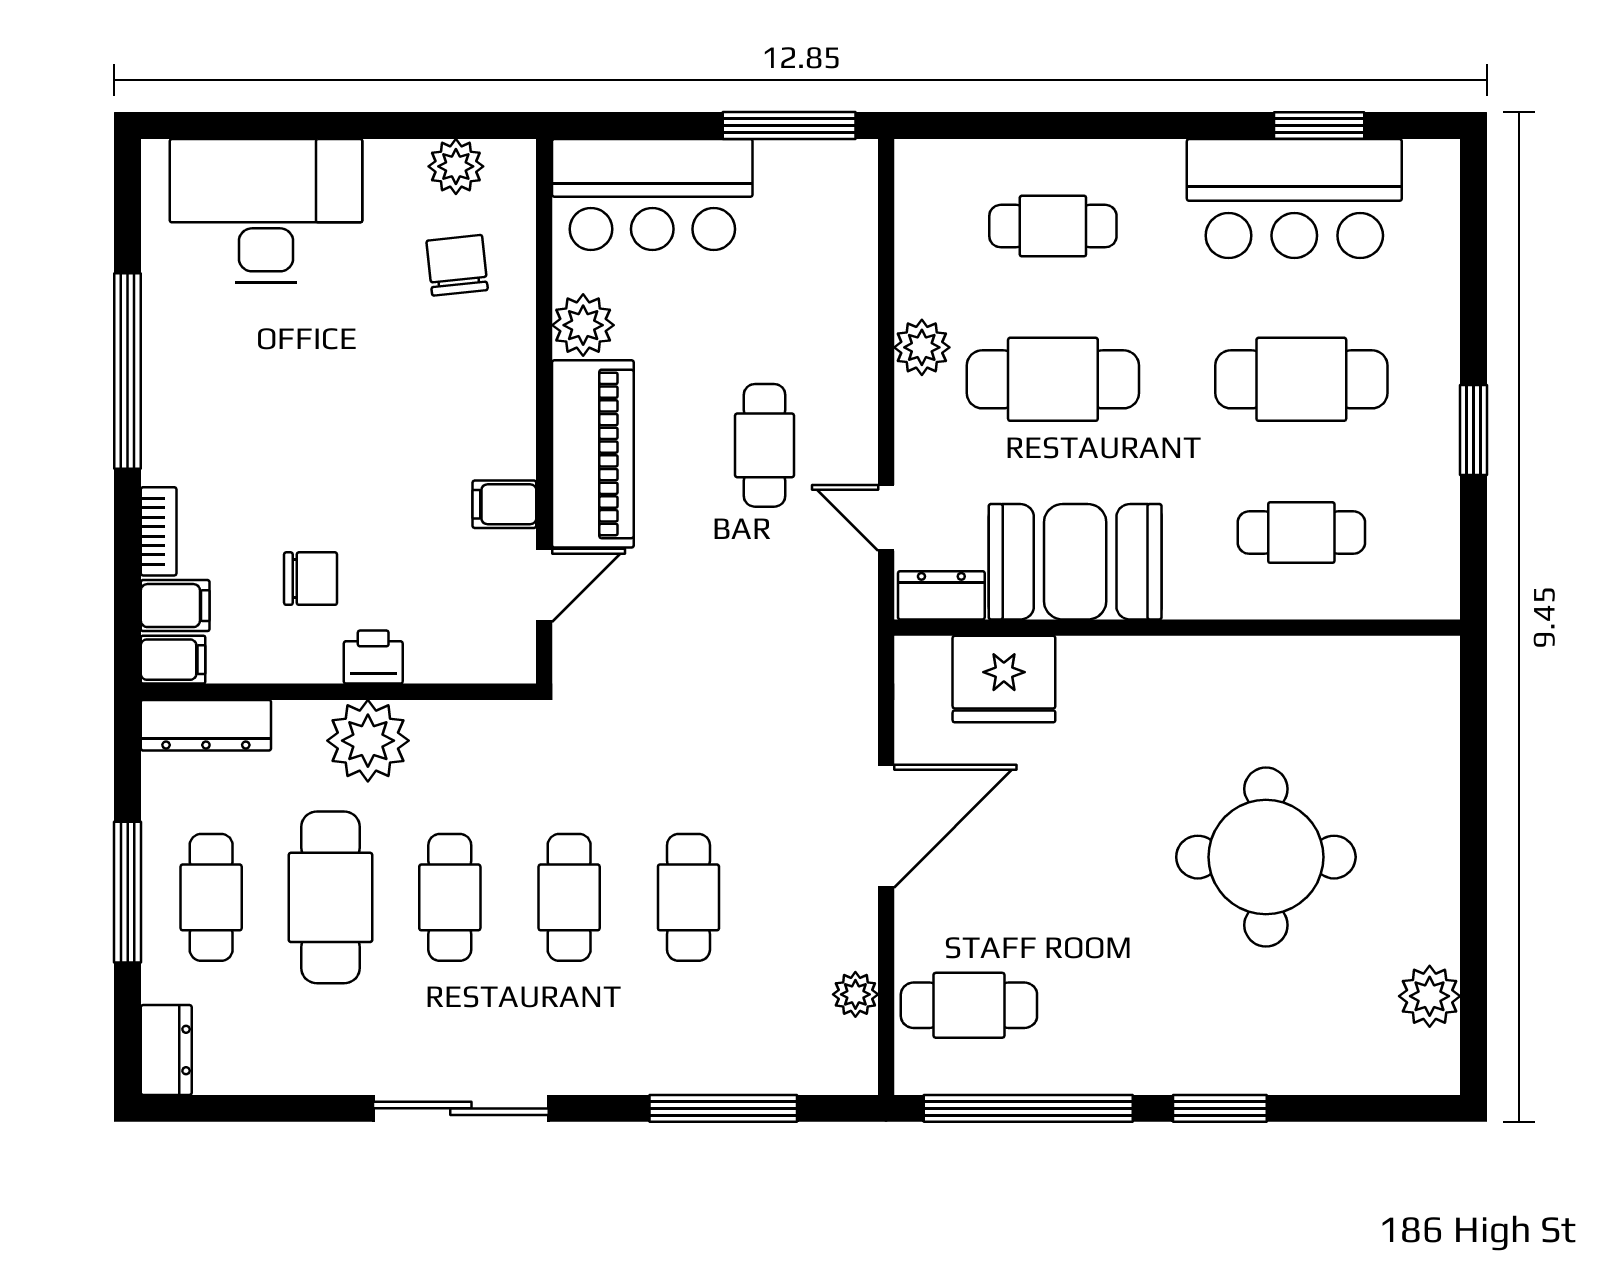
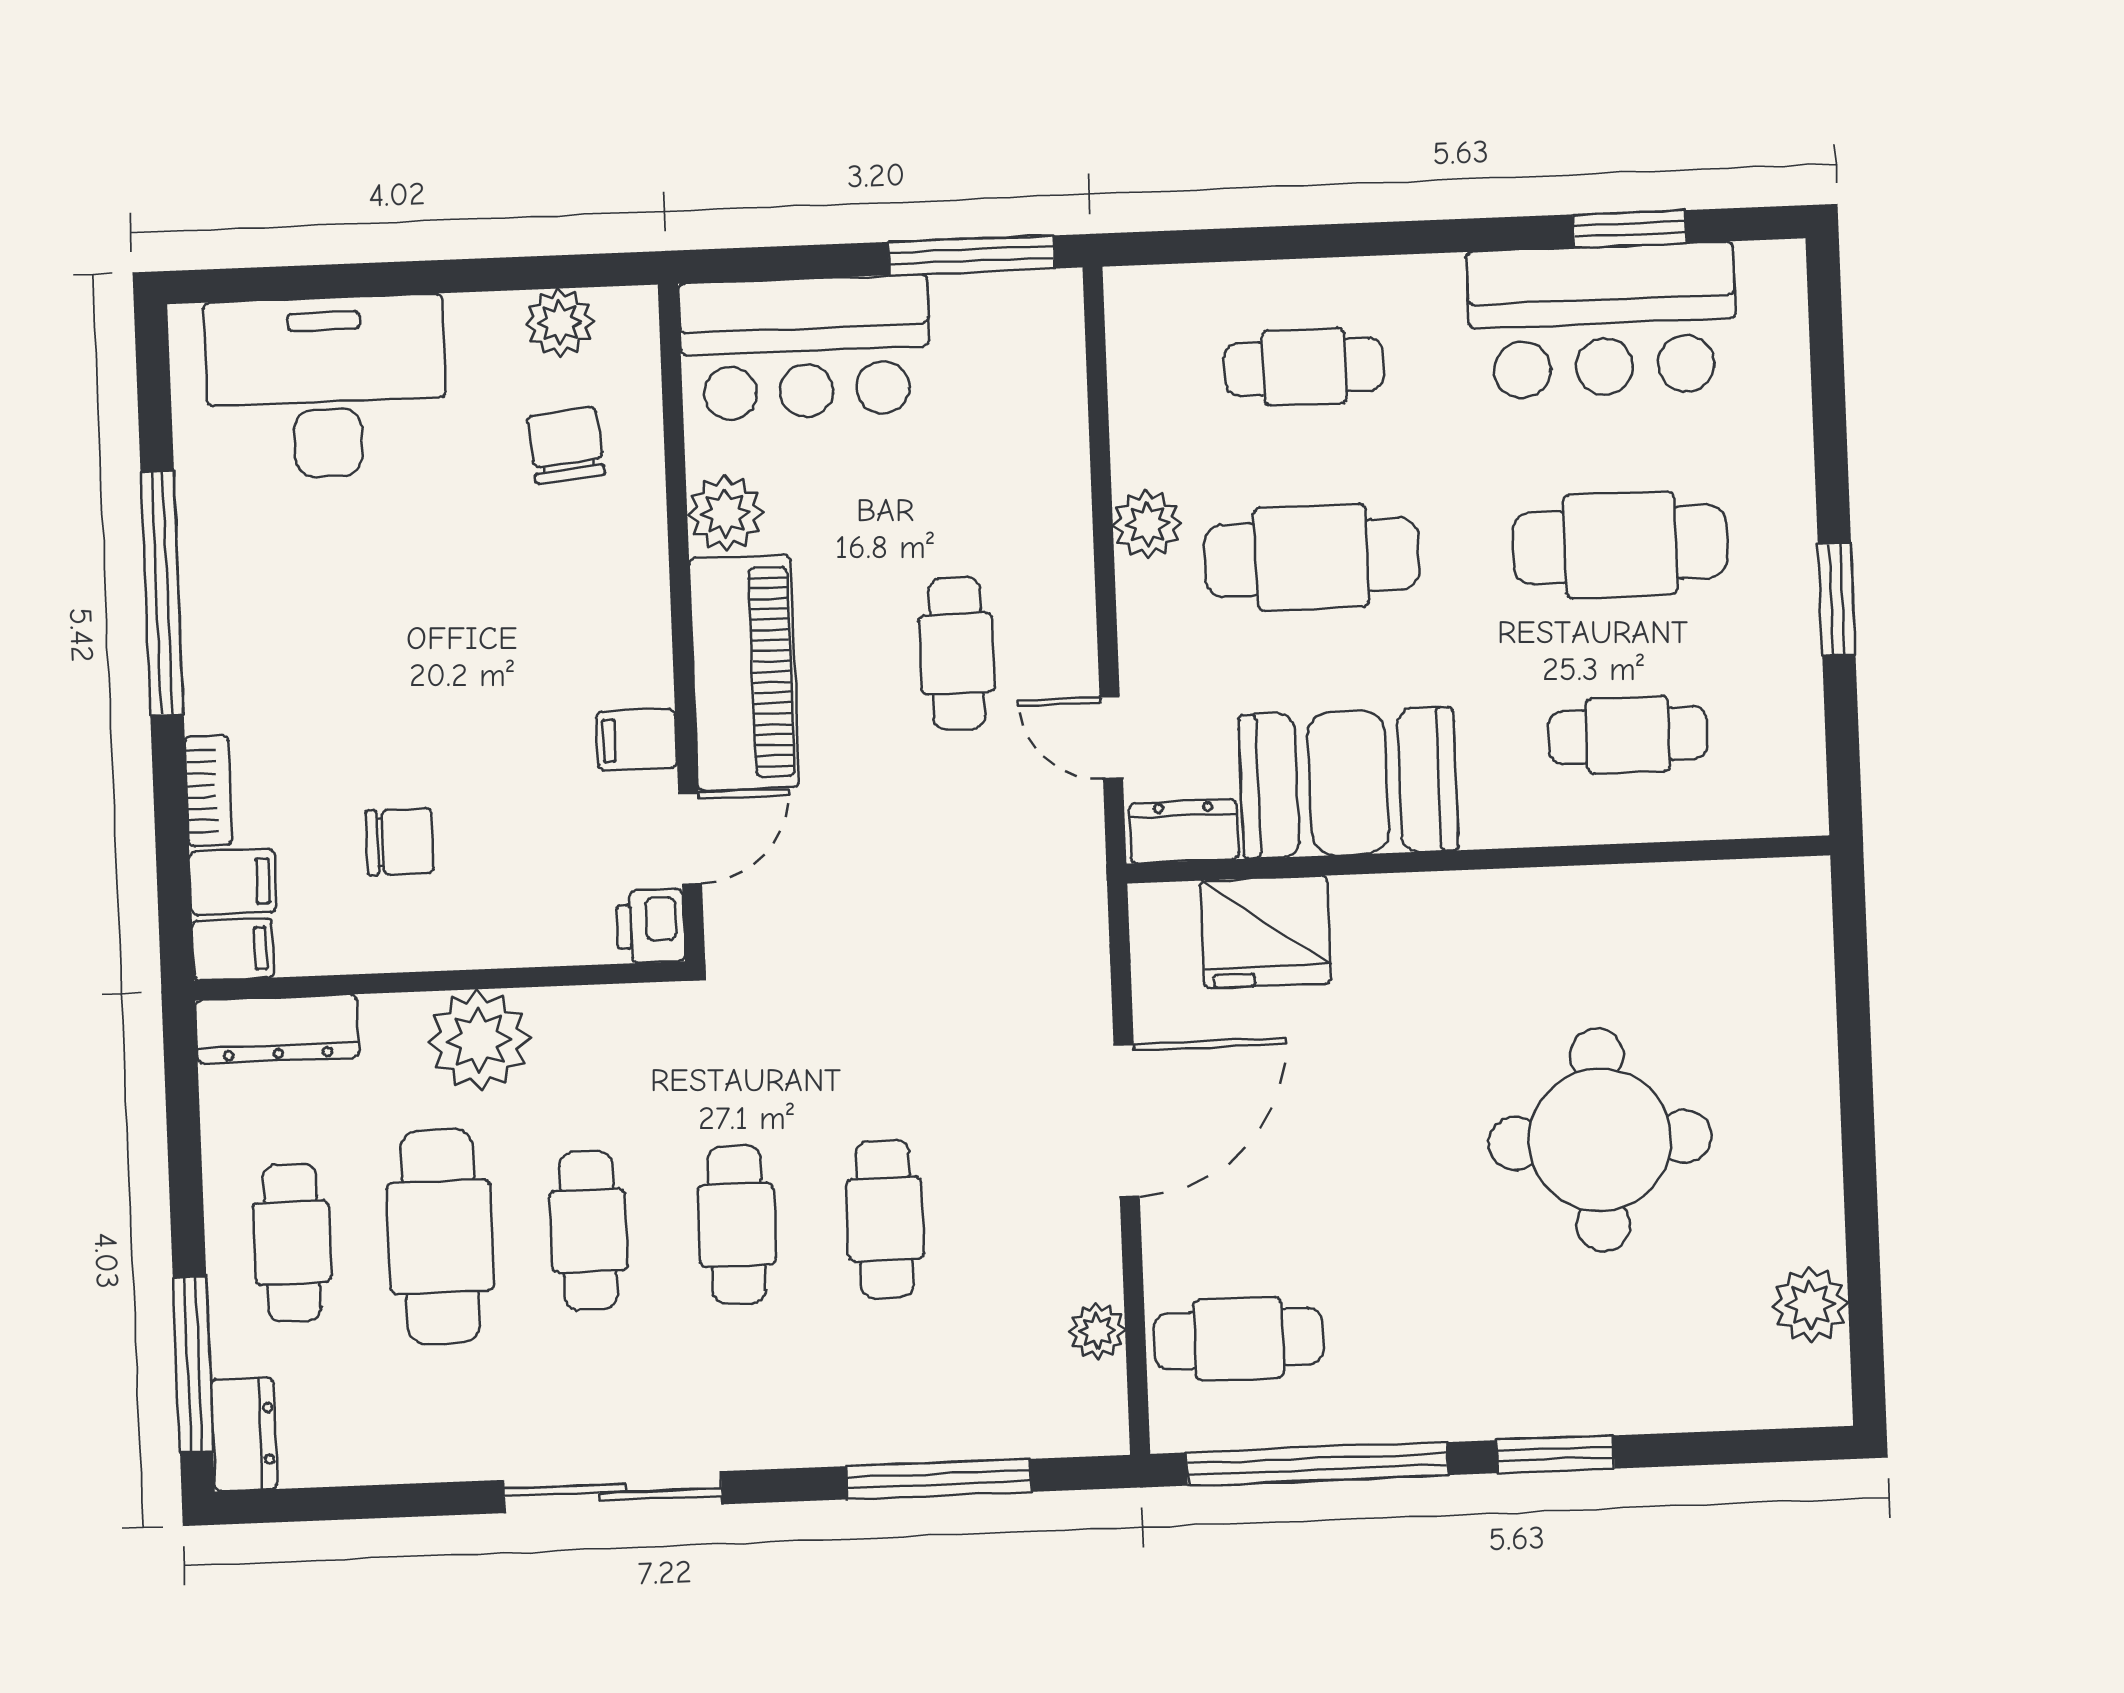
printer: (373, 657) -> (651, 926), moved, turned -90
window: (128, 892) -> (193, 1364), moved

